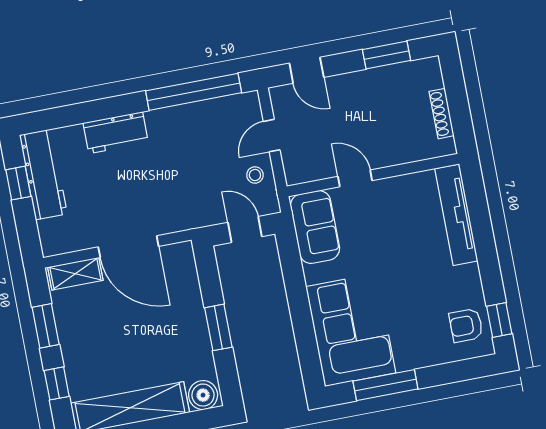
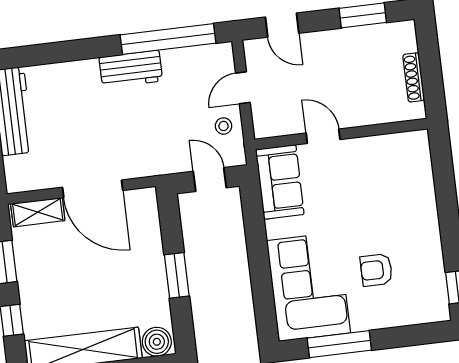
workbench: (116, 133) -> (131, 69), moved
tv unit: (456, 215) -> (422, 179), removed
armchair: (466, 325) -> (376, 270), moved

